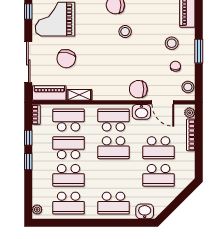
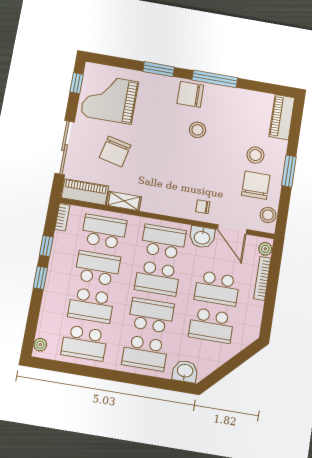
chair: (175, 66) -> (256, 185), width x1.87, depth x1.87
chair: (138, 89) -> (203, 207), width x0.54, depth x0.54
school desk: (114, 175) -> (151, 315), added

